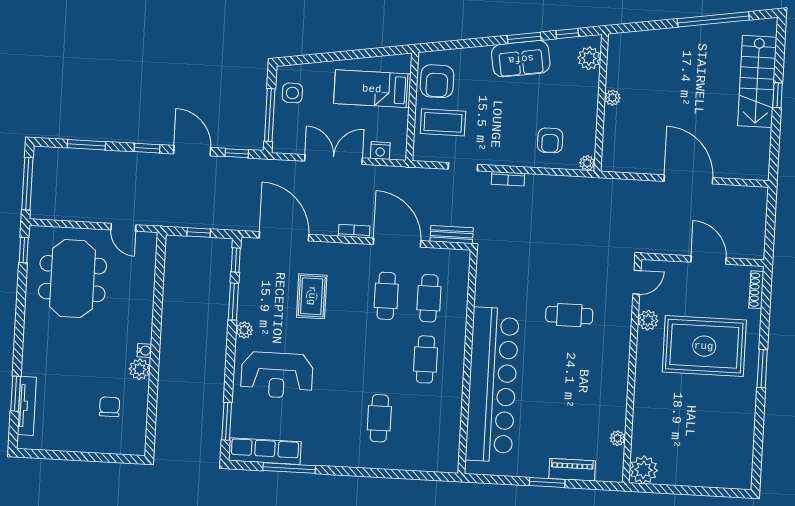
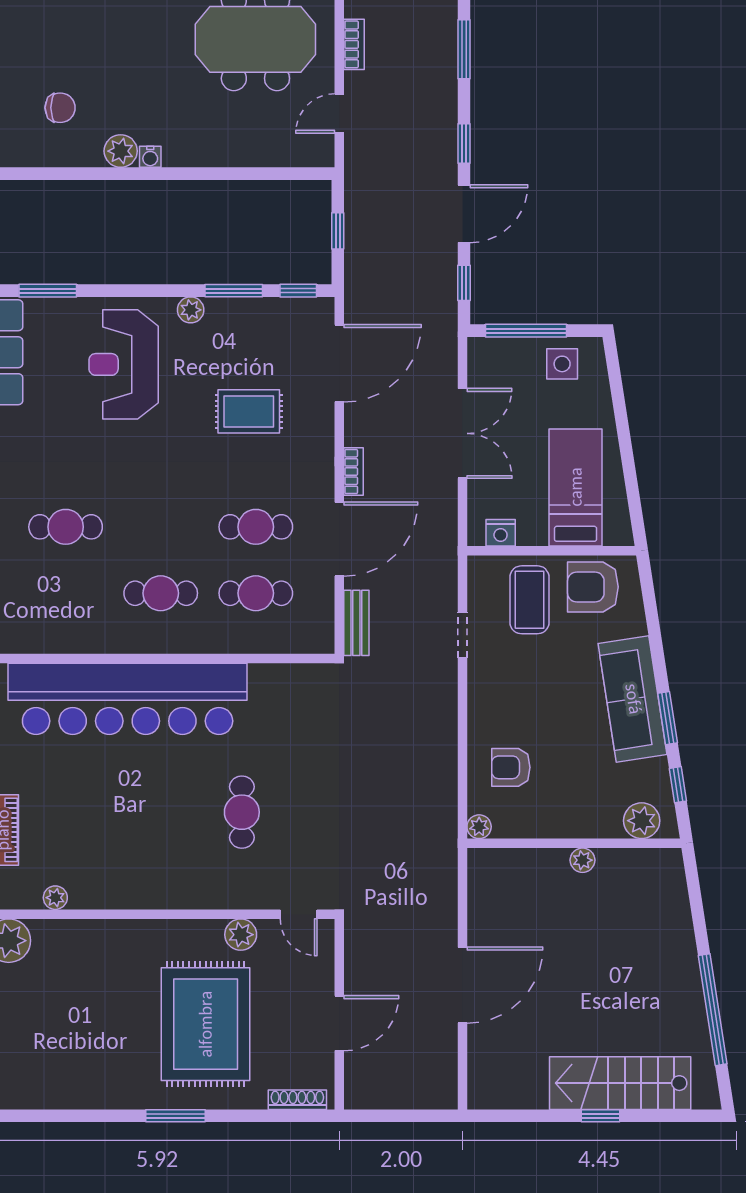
sofa: (521, 59) -> (633, 699), width x1.36
nightstand: (380, 151) -> (501, 533), moved, turned -90
bookcase: (508, 179) -> (354, 44), moved, turned 180

